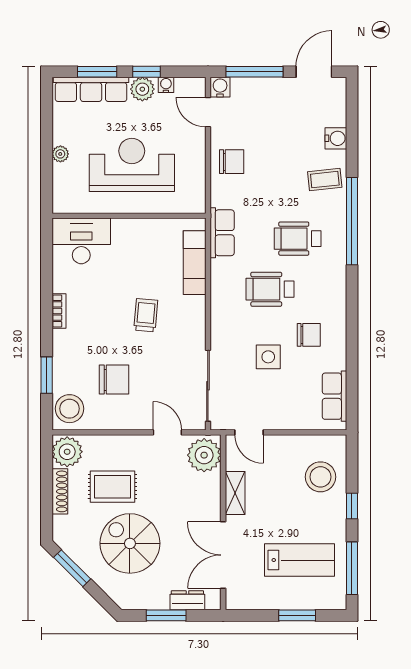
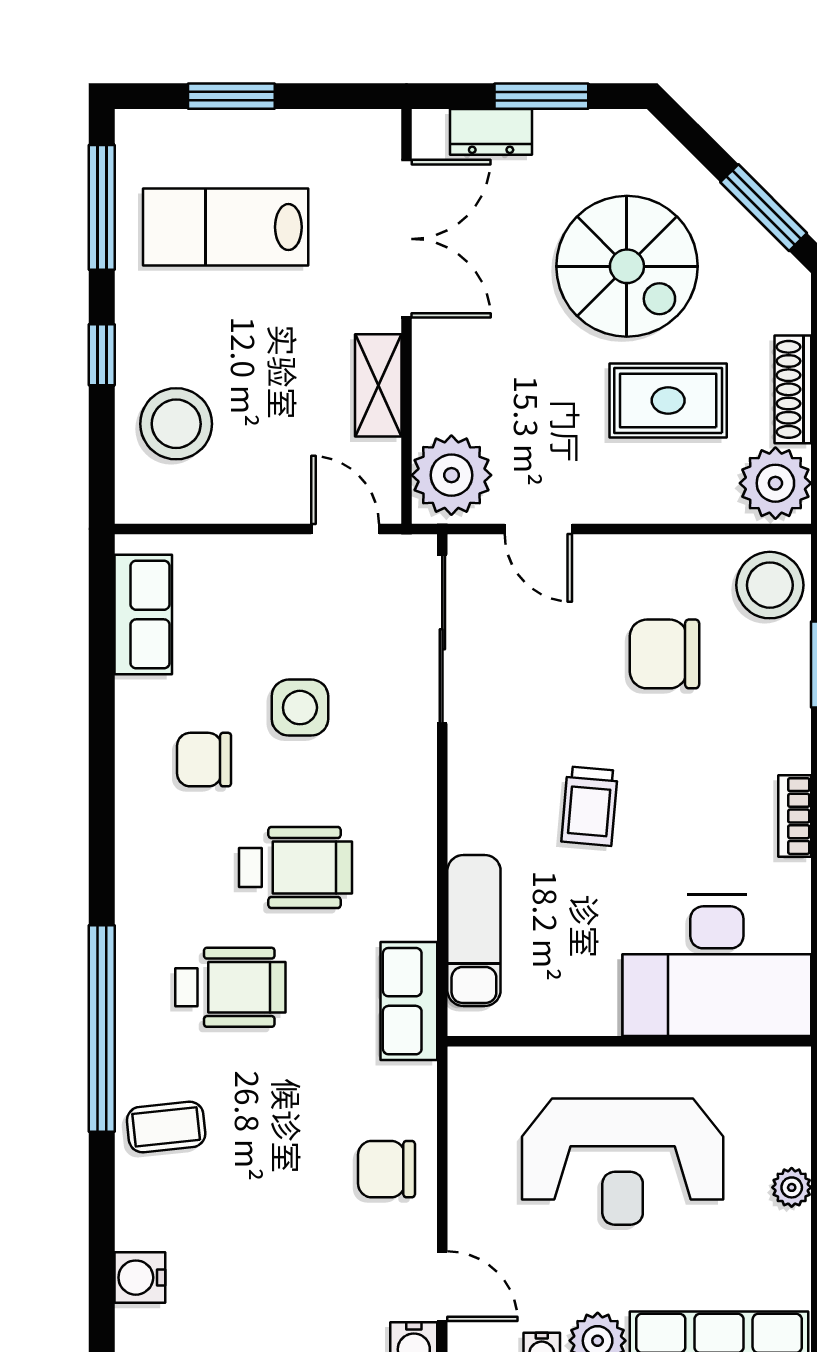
water cooler: (336, 138) -> (140, 1278), moved
desk: (81, 241) -> (717, 965), width x1.36, depth x1.30

